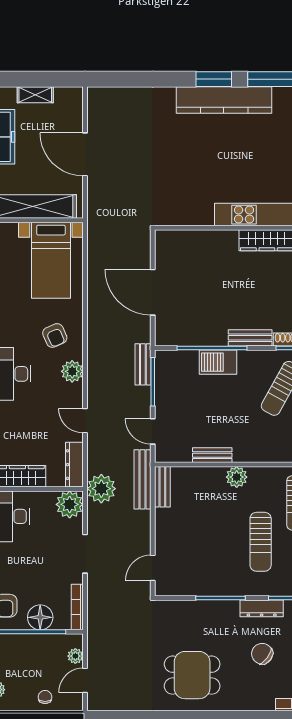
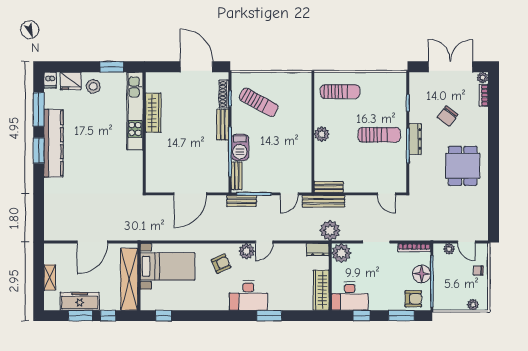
door: (85, 421) -> (264, 242), moved
bench: (212, 455) -> (237, 176), moved
dresser: (74, 465) -> (318, 250), width x0.70
sun lounger: (261, 542) -> (379, 135), moved
dresser: (262, 608) -> (415, 139), moved

